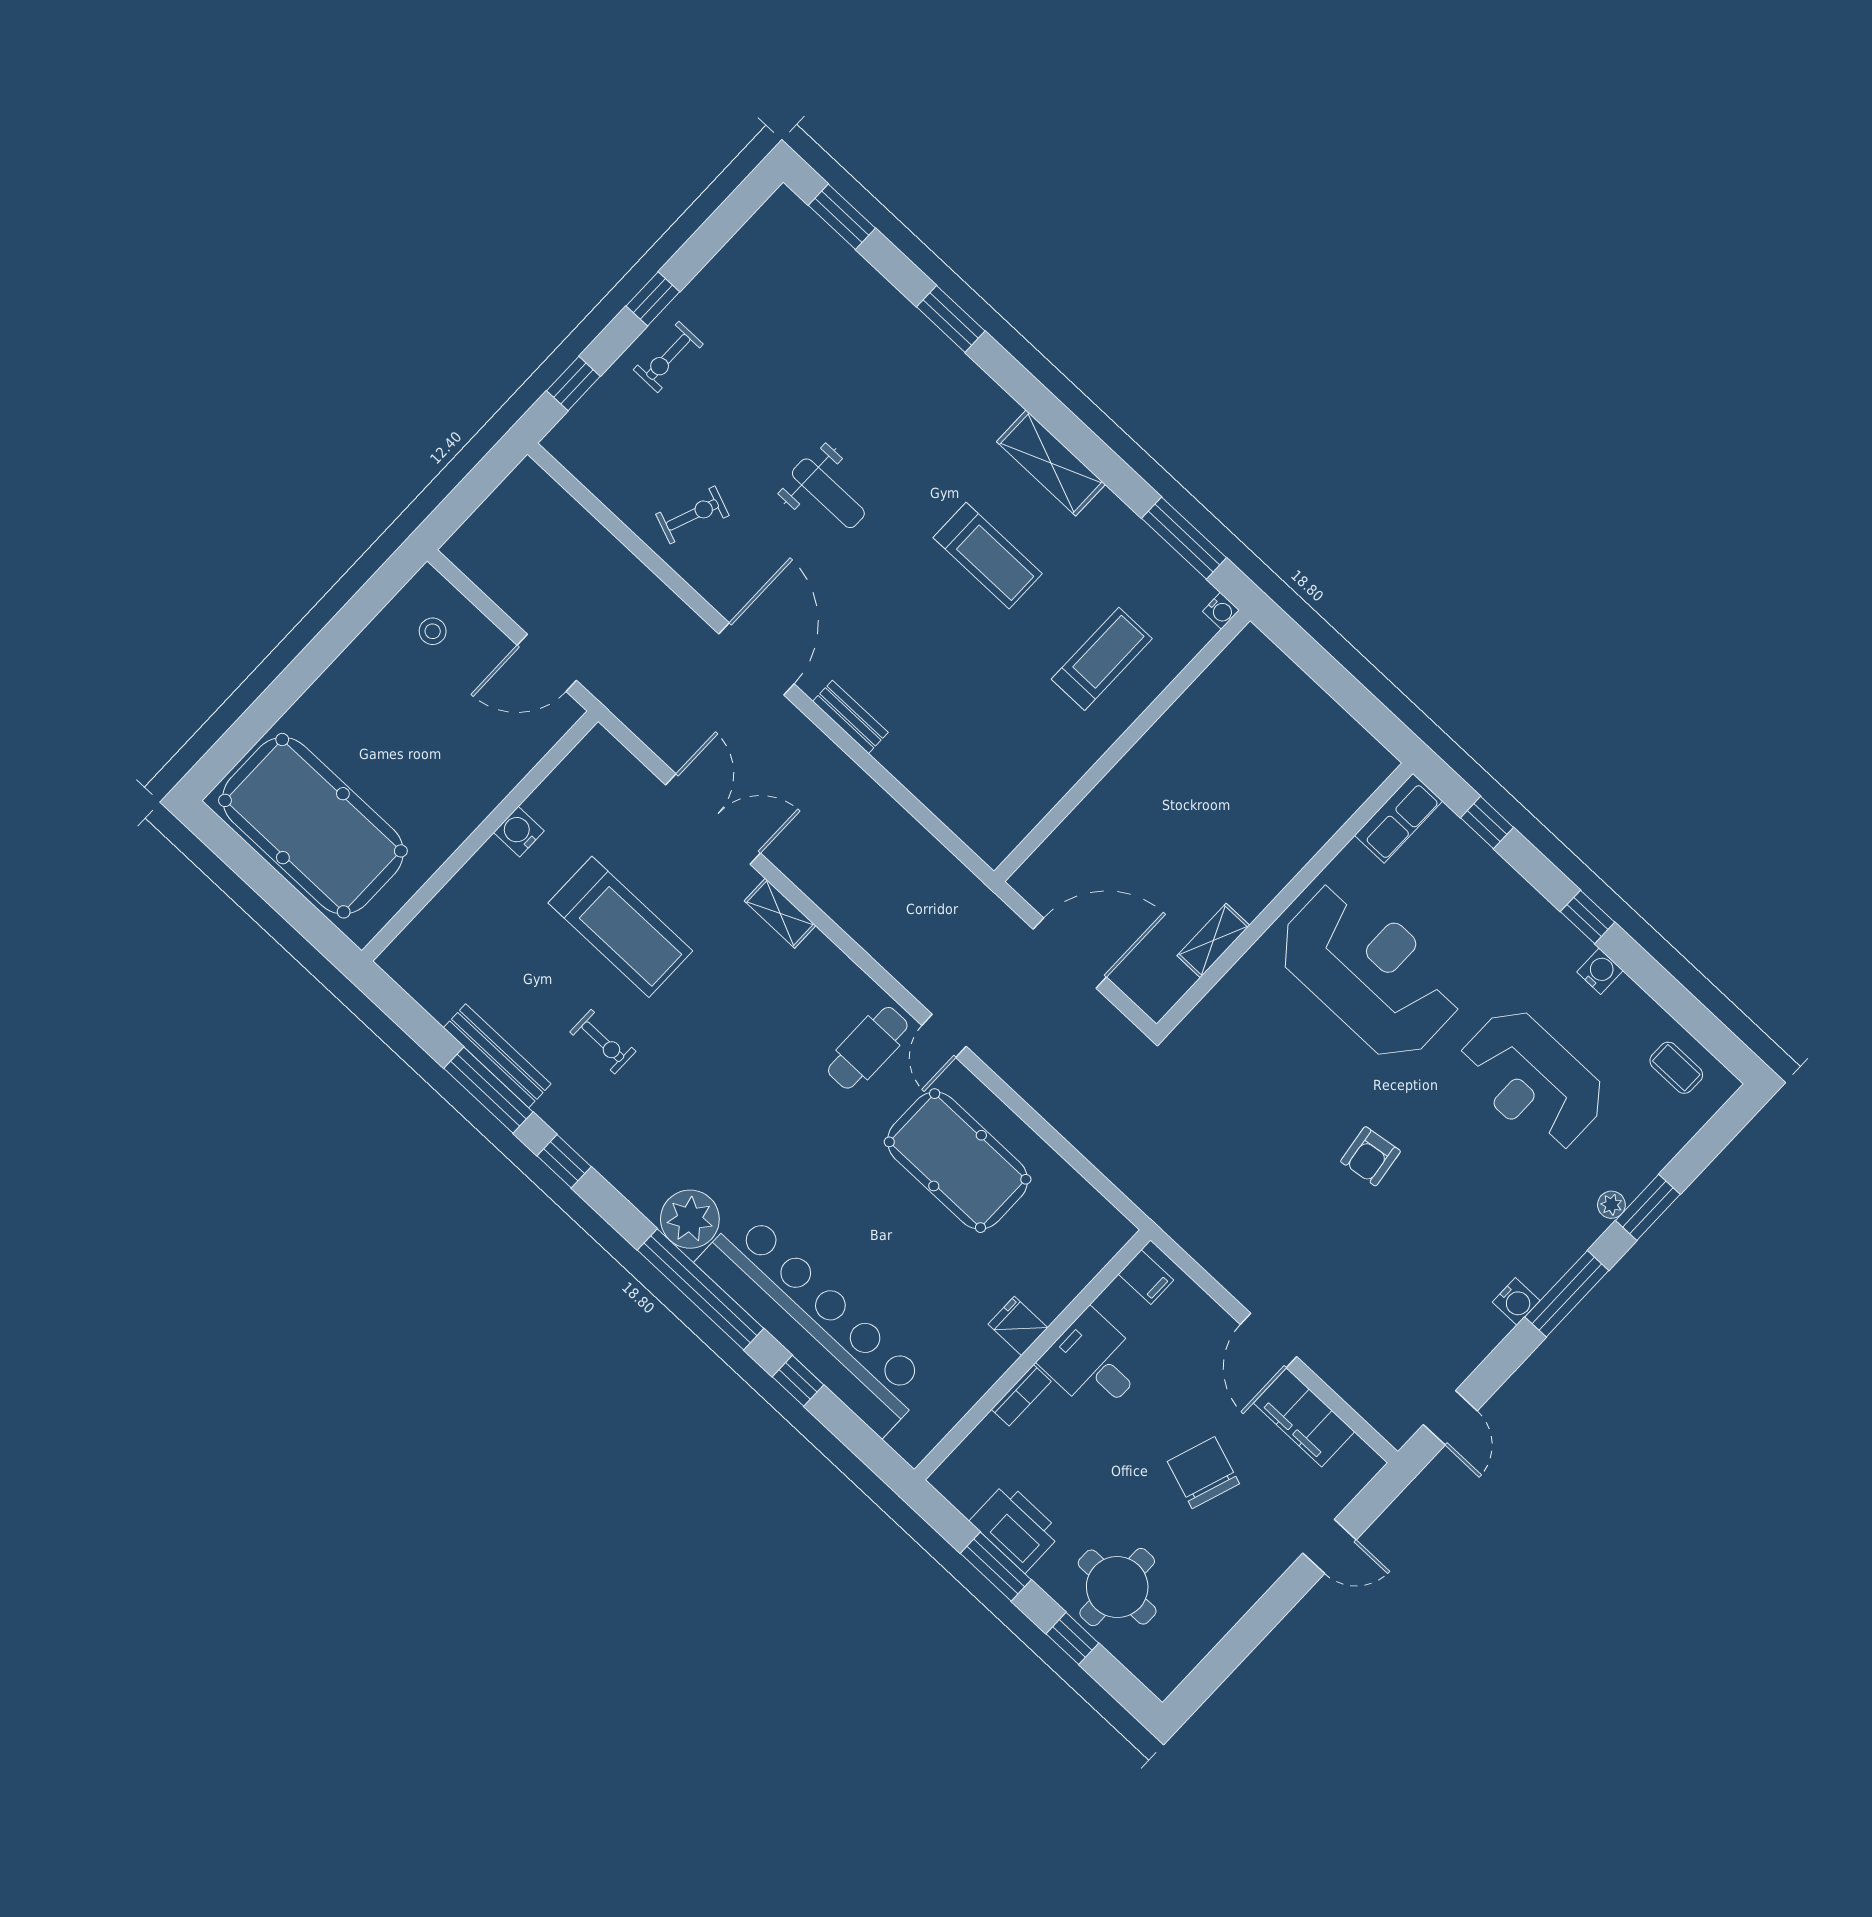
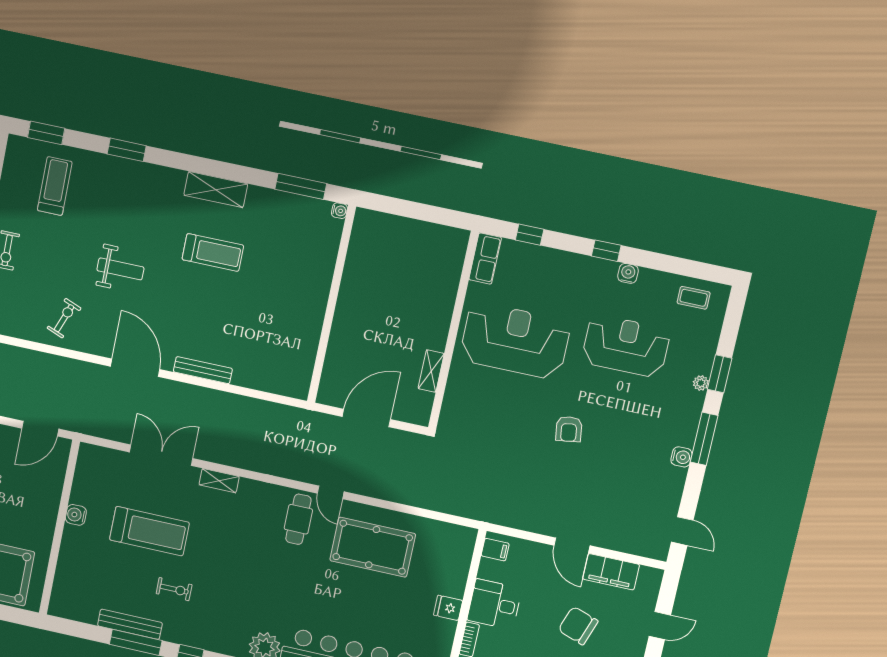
treadmill: (1102, 659) -> (55, 186), moved
bench: (850, 717) -> (203, 370), width x1.36
reception desk: (1532, 1080) -> (626, 346), turned 180

